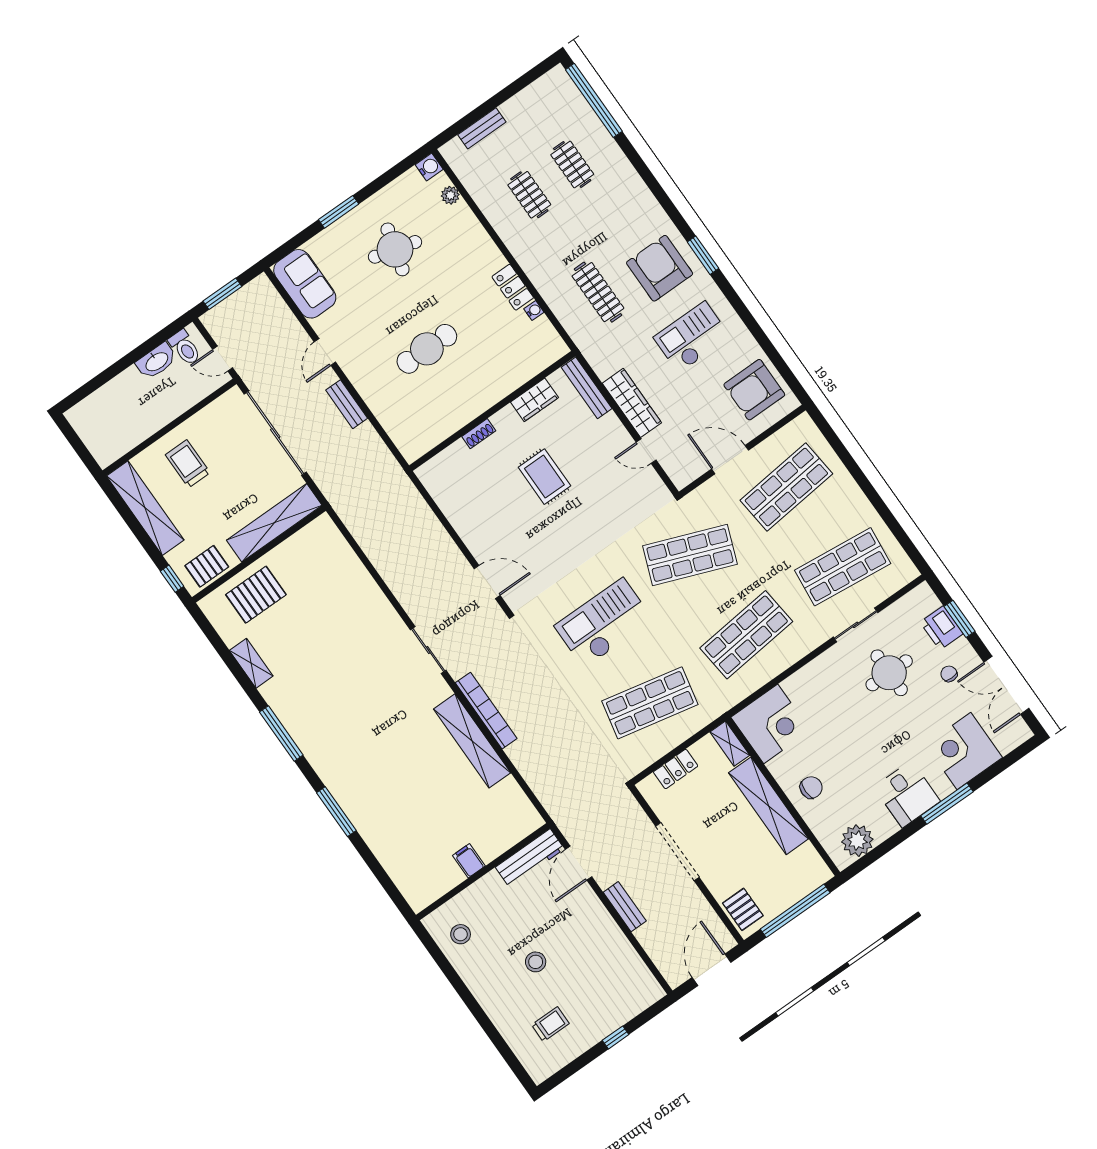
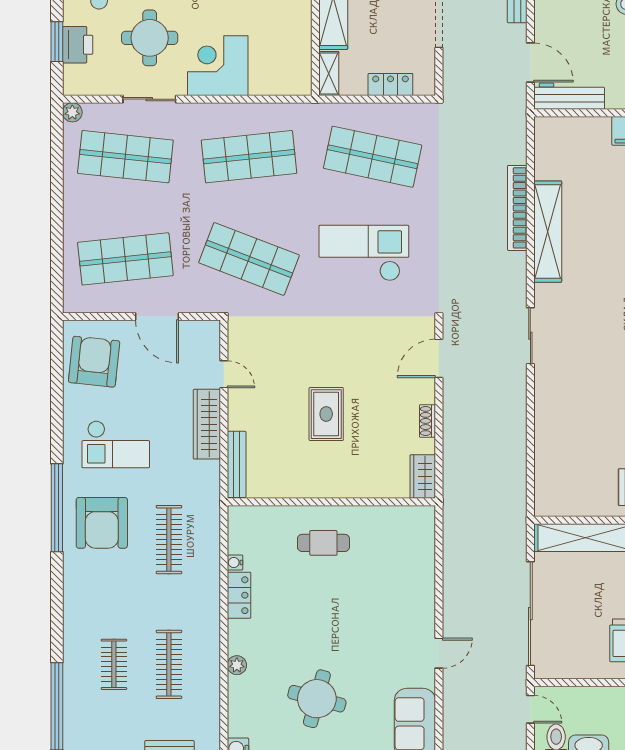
plant: (450, 195) -> (237, 665), moved
clothes rail: (529, 195) -> (169, 664), width x1.36
window: (703, 255) -> (57, 508), width x2.11
cafe table: (427, 349) -> (323, 543), moved, width x0.73, depth x0.74
armchair: (754, 390) -> (94, 362), turned -84
wardrobe: (534, 400) -> (423, 477), moved, turned -90
bench: (347, 404) -> (452, 595), removed
shoe rack: (479, 434) -> (427, 421), moved, turned -90
plant: (909, 572) -> (72, 112), added
door: (487, 582) -> (439, 358), hinge flipped
checkout: (604, 623) -> (364, 253), turned 180
bookcase: (486, 711) -> (517, 208), moved
corner desk: (771, 724) -> (218, 66), moved
door: (579, 863) -> (530, 63), hinge flipped

